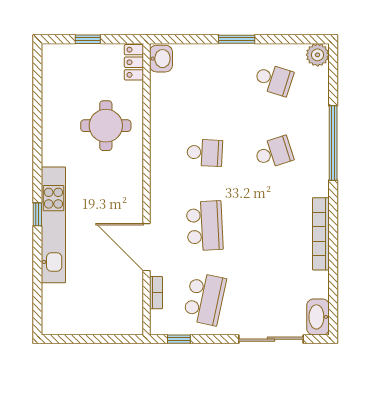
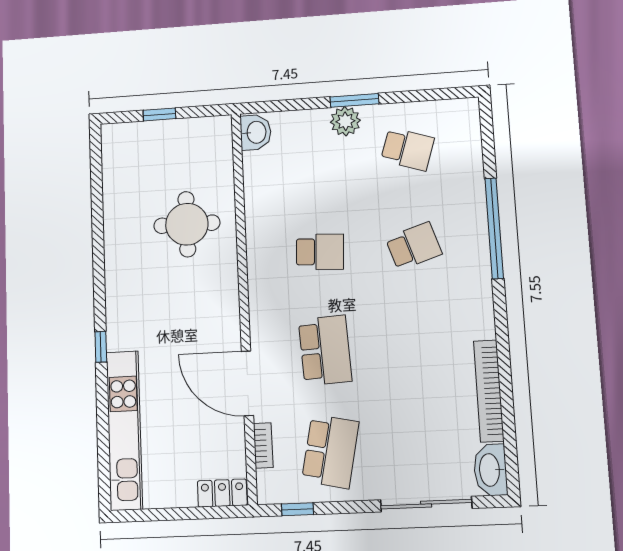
plant: (318, 55) -> (345, 121), moved
locker: (134, 62) -> (222, 493), moved, turned 90
kitchen unit: (53, 225) -> (124, 430), moved
bookcase: (321, 234) -> (489, 391), moved

